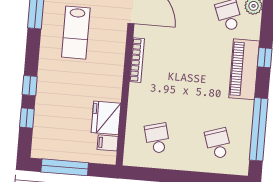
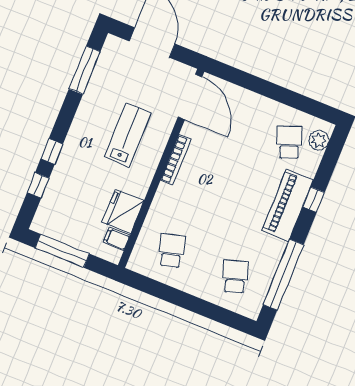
lab bench: (76, 33) -> (128, 135), moved, turned 180

